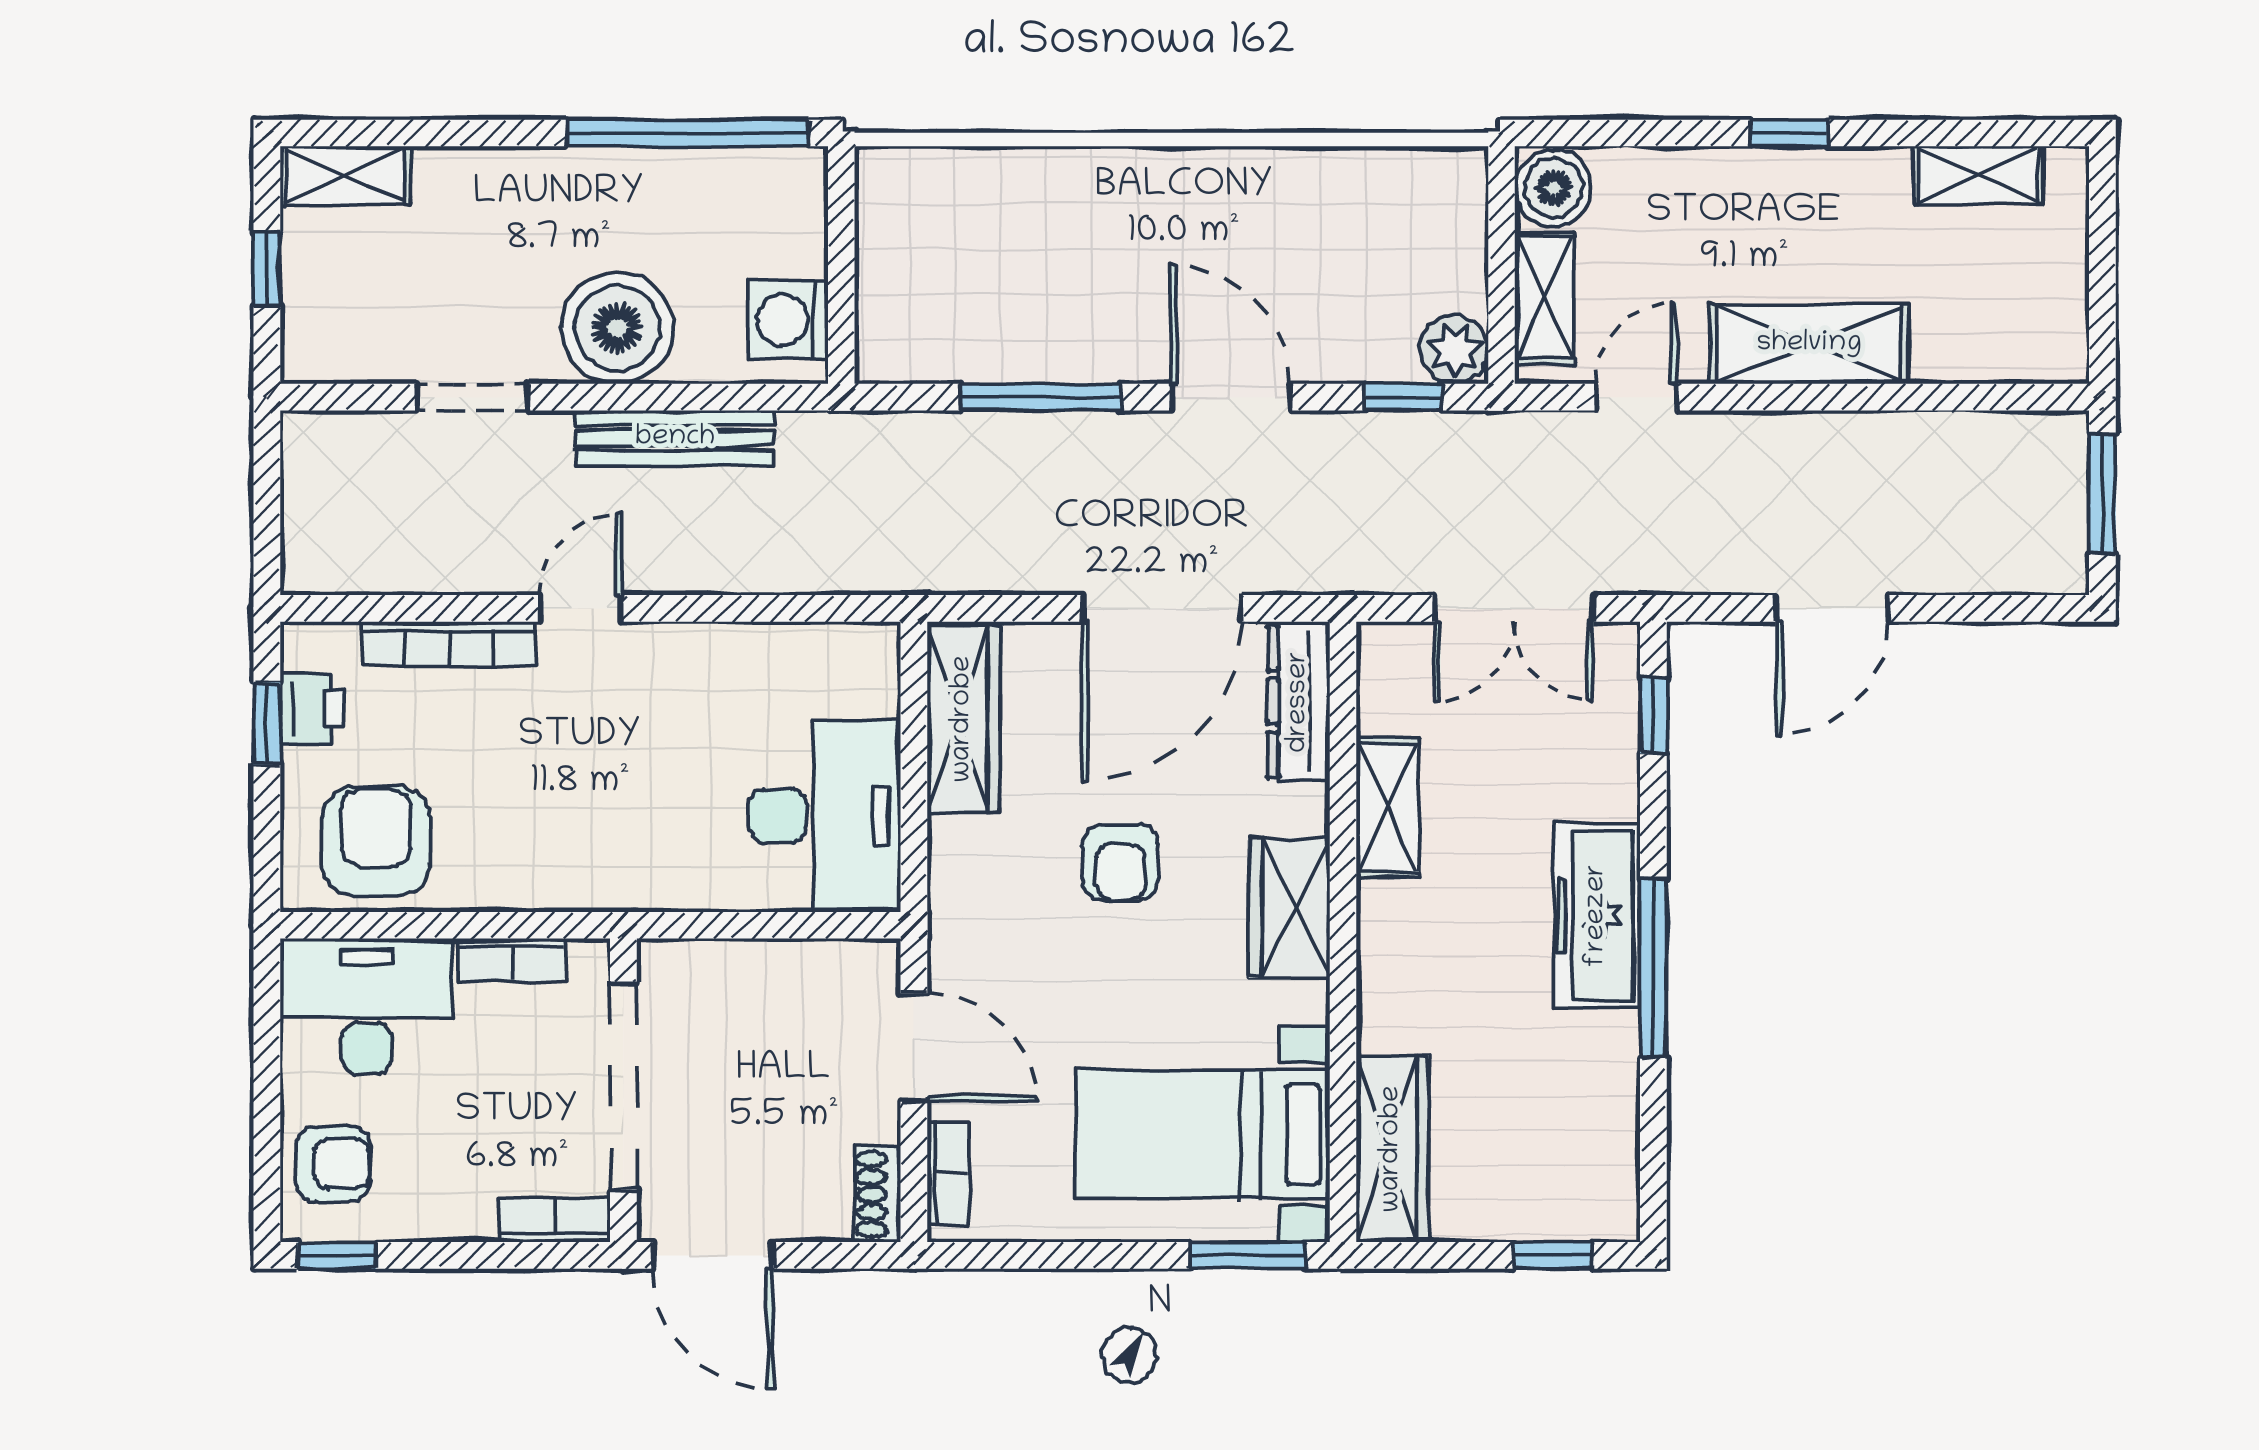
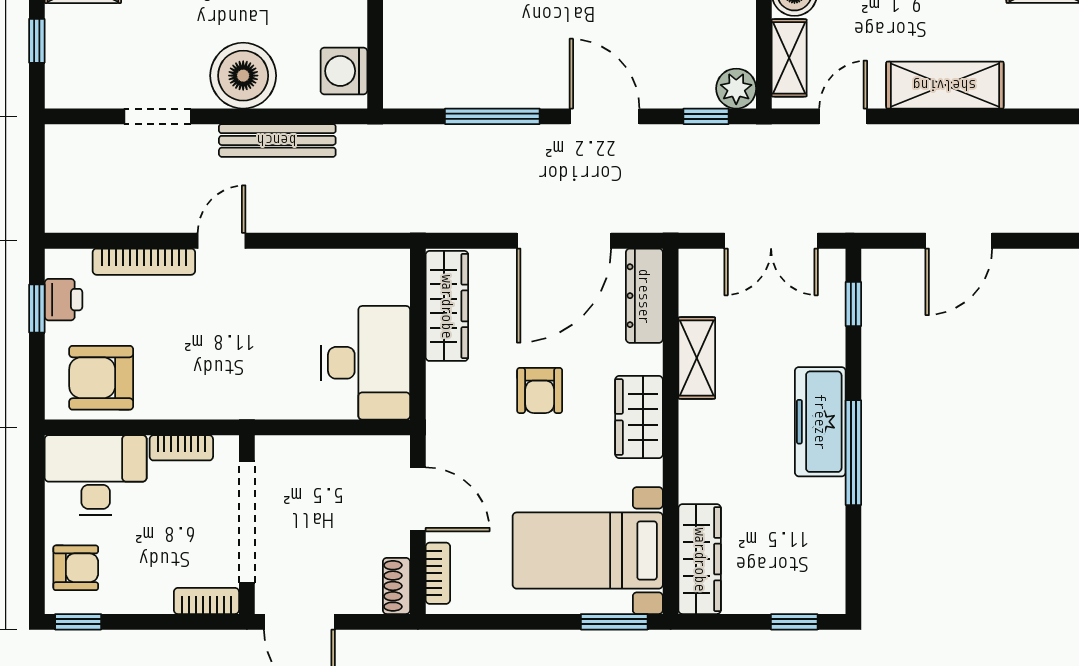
armchair: (376, 841) -> (101, 378), turned -90

